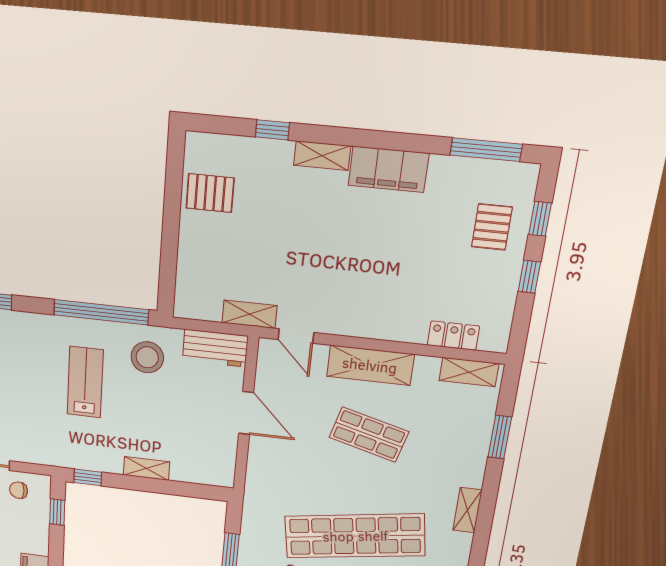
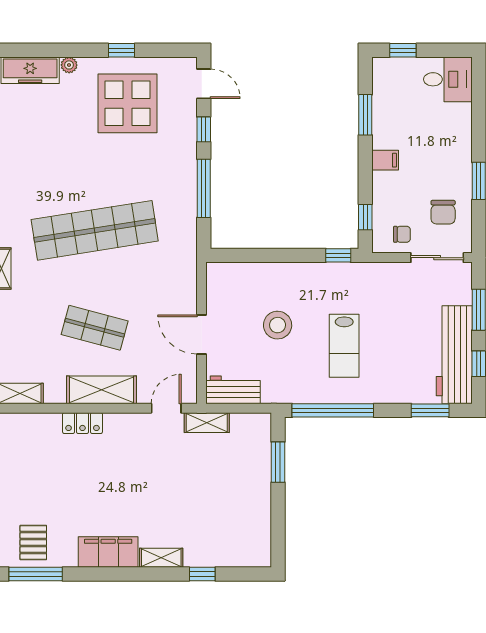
pallet: (210, 193) -> (248, 520), removed
pallet: (492, 227) -> (33, 542), moved
window: (169, 259) -> (278, 462), added
door: (296, 336) -> (166, 408), hinge flipped
locker: (453, 336) -> (82, 423), moved
stool: (147, 357) -> (278, 325), moved
shelving: (146, 468) -> (285, 271), removed

